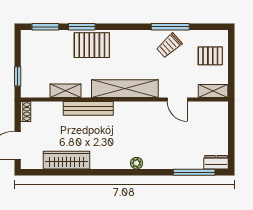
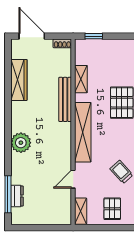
dresser: (216, 162) -> (17, 196), moved
plant: (137, 163) -> (21, 143), width x1.88, depth x1.88

